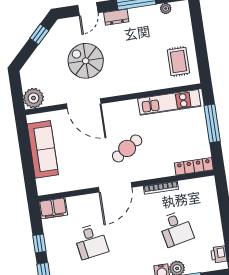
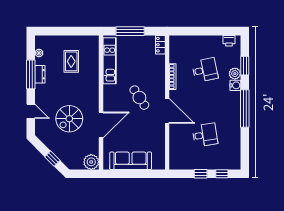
dresser: (116, 17) -> (40, 74), moved
window: (39, 34) -> (52, 159), moved
rug: (178, 61) -> (71, 61), moved, turned 90
locker: (194, 166) -> (160, 45), width x0.66
filing cabinet: (53, 208) -> (176, 160), removed

